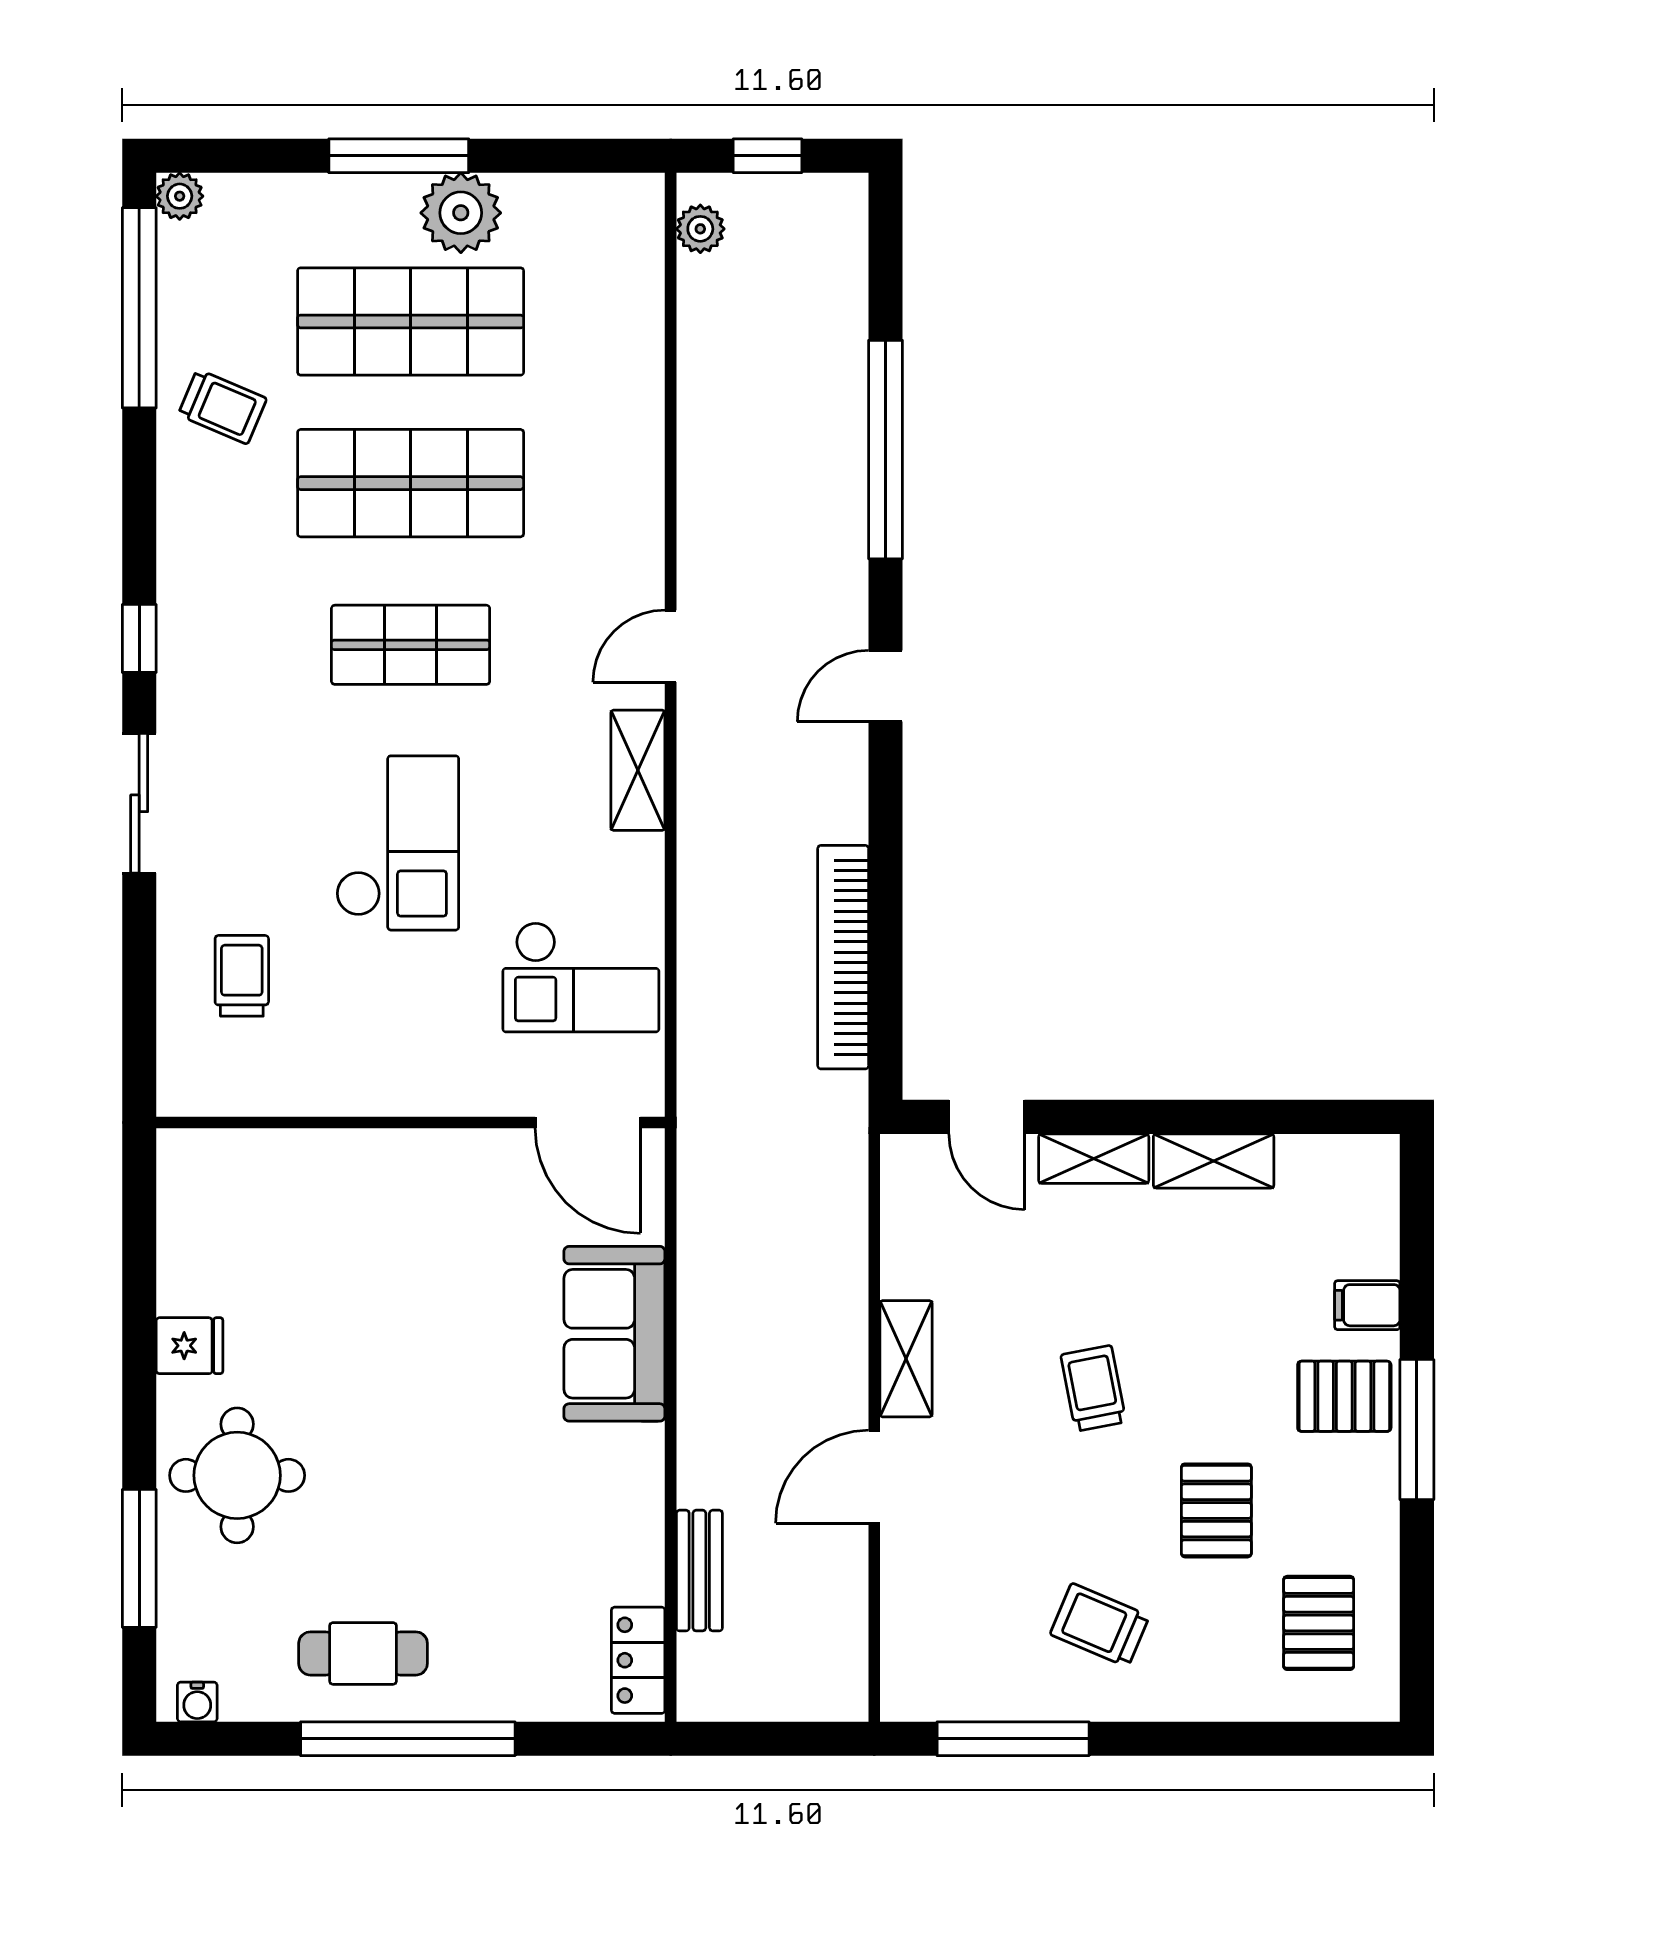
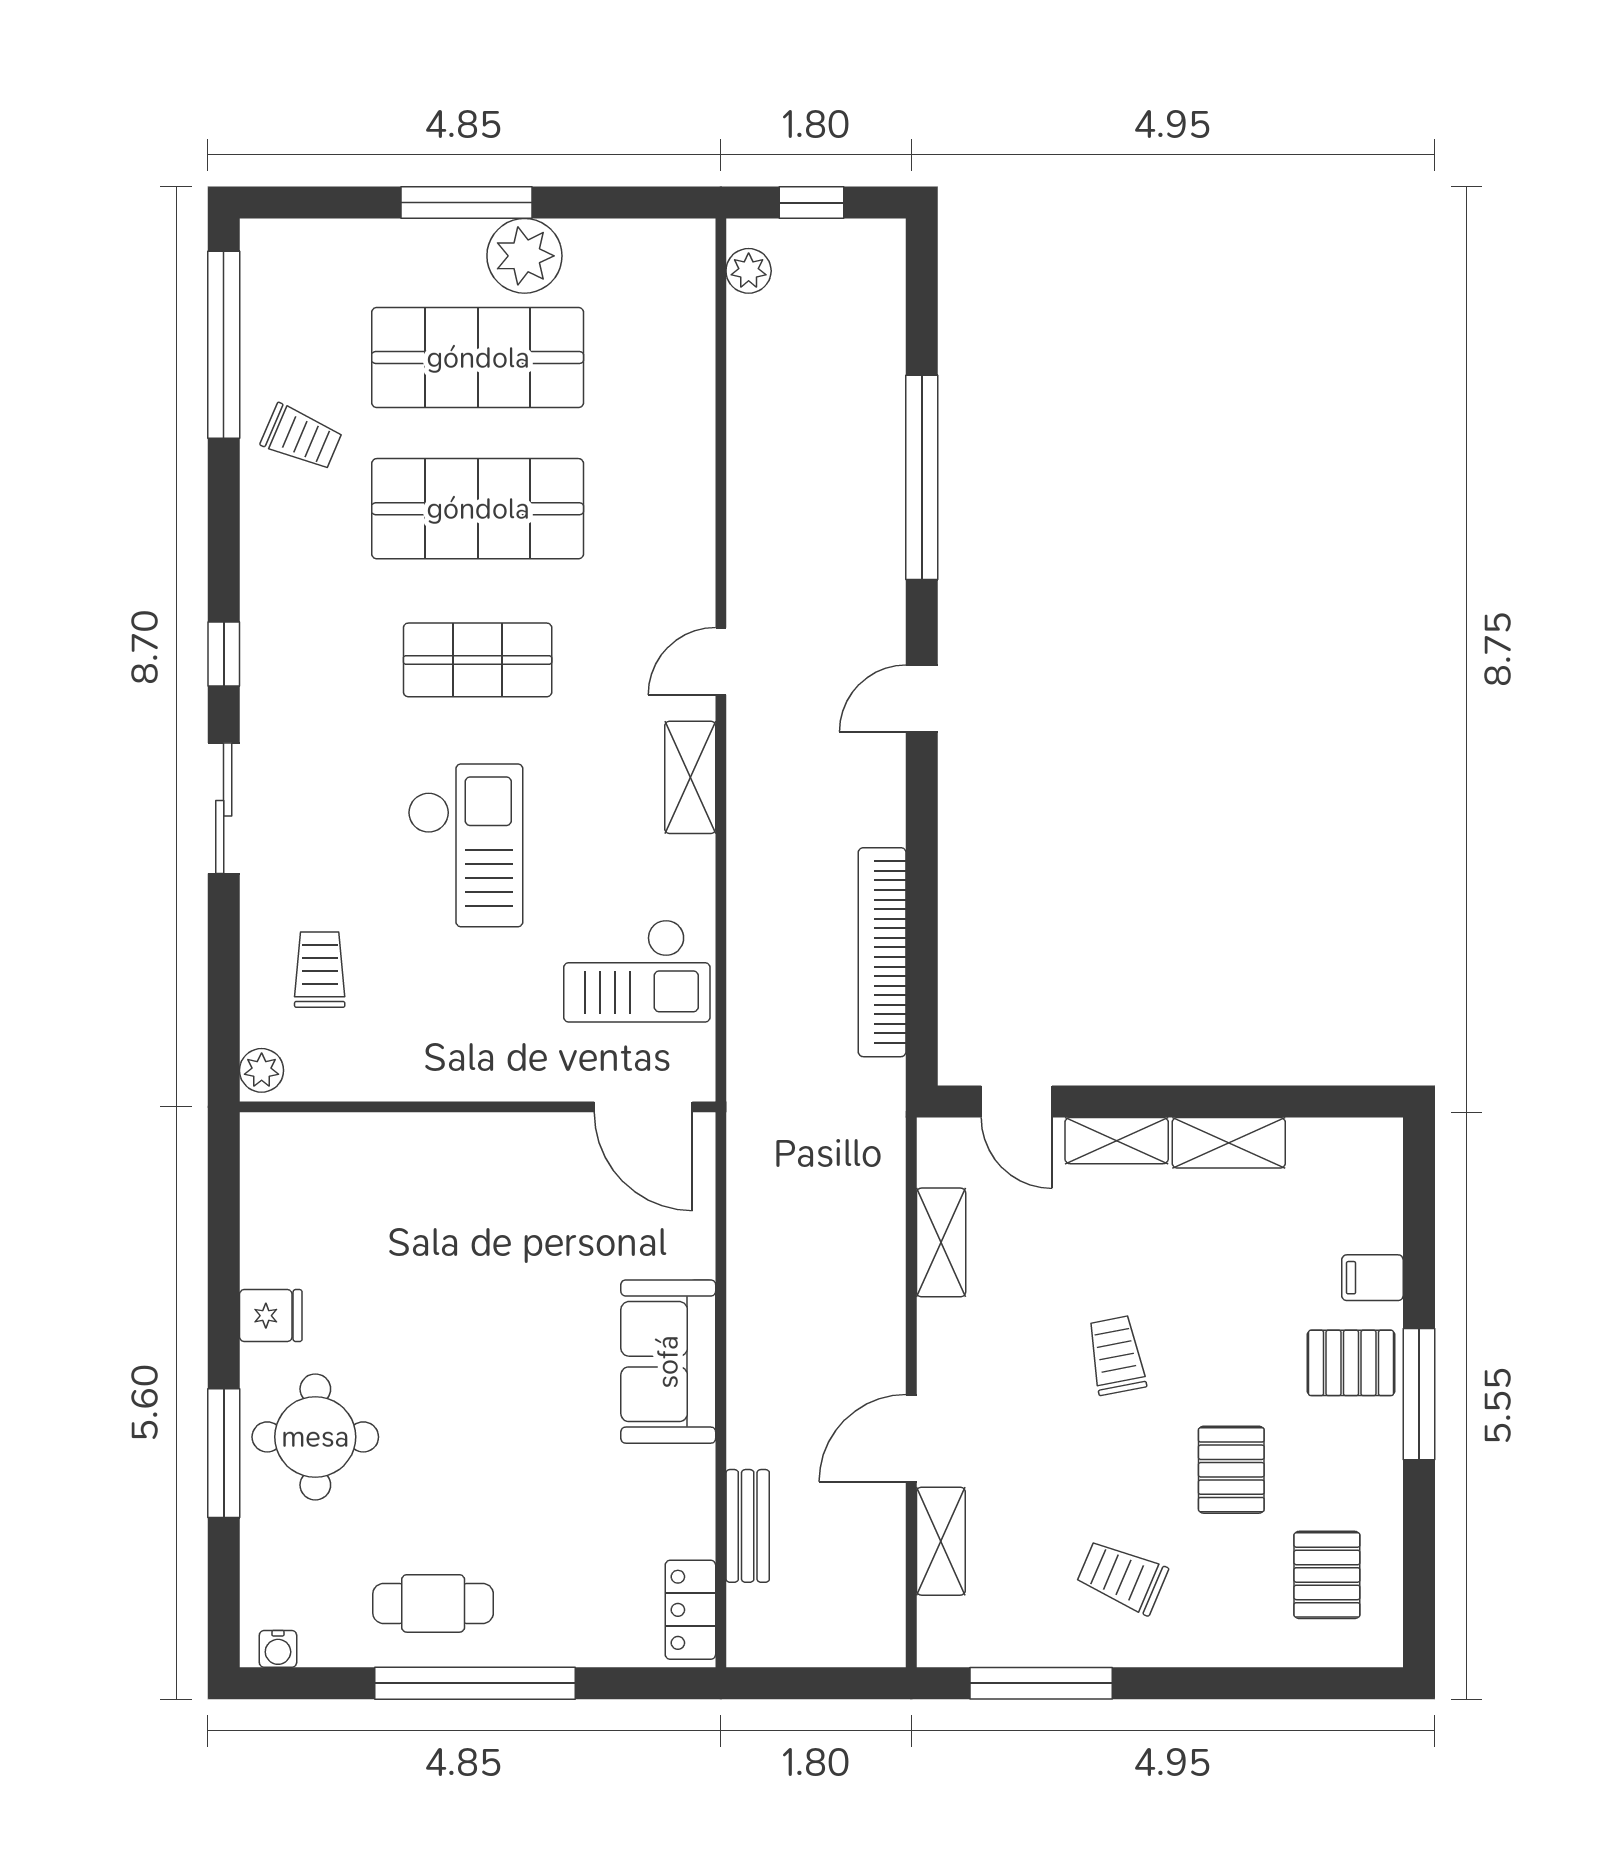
plant: (180, 196) -> (262, 1070), moved
sofa: (614, 1334) -> (668, 1362), moved
shelving: (906, 1359) -> (941, 1242), moved
window: (139, 1558) -> (224, 1453), moved
shelving: (906, 1587) -> (941, 1541), added

